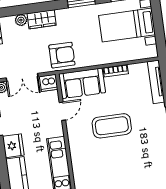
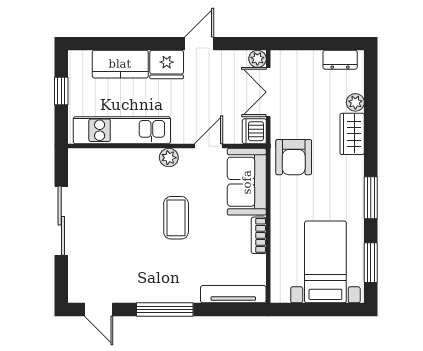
door: (62, 111) -> (209, 146), swing flipped
coffee table: (112, 126) -> (176, 218), width x0.73, depth x0.76
plant: (73, 136) -> (169, 158), added

